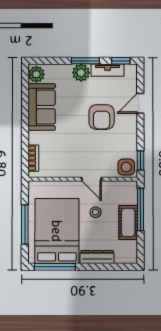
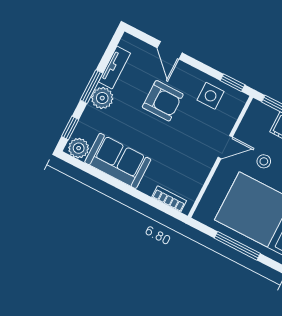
window: (121, 61) -> (70, 128), moved
side table: (126, 167) -> (211, 96), moved

